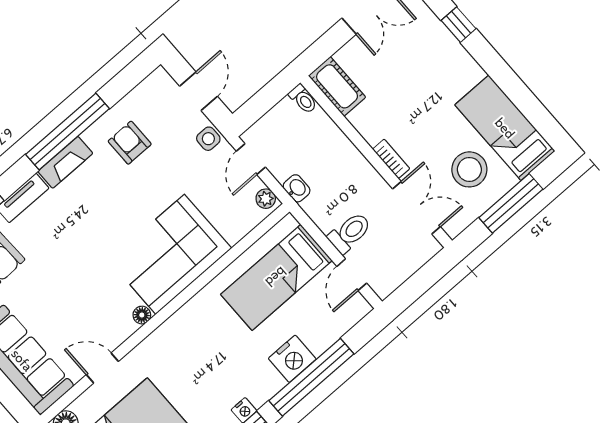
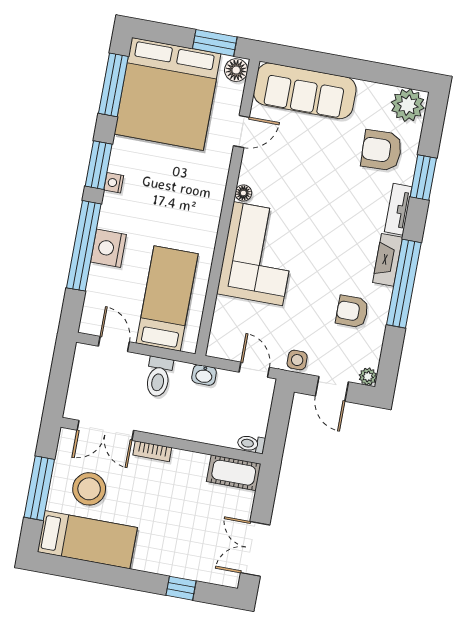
armchair: (130, 143) -> (352, 312), turned 180
plant: (266, 199) -> (368, 377), moved
toilet: (350, 233) -> (159, 377), moved

